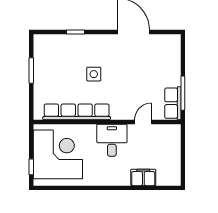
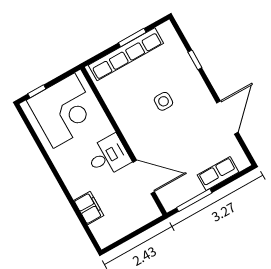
row of seats: (173, 103) -> (218, 174), moved
row of seats: (77, 112) -> (126, 54), moved, turned 90
door: (143, 122) -> (144, 177), width x1.88

